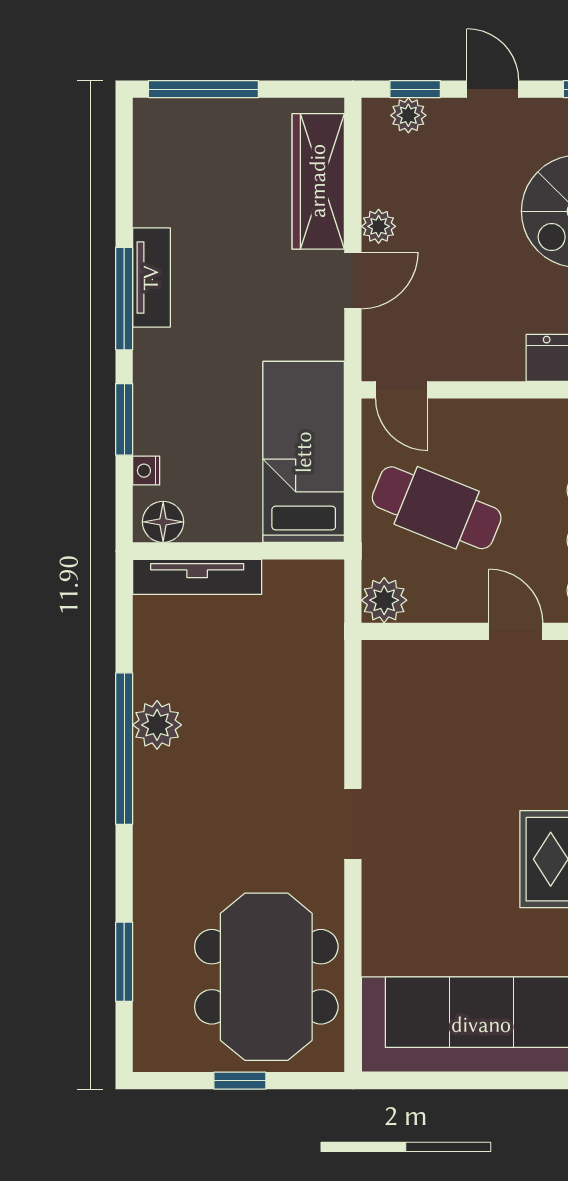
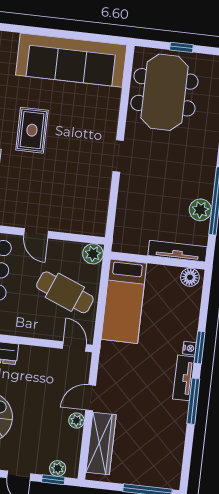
tv unit: (151, 278) -> (184, 378), moved
bed: (304, 452) -> (124, 301), moved
nightstand: (146, 471) -> (189, 348), moved
floor lamp: (163, 522) -> (190, 277), moved
wall: (239, 551) -> (158, 261), moved
tv unit: (197, 577) -> (178, 251), moved

